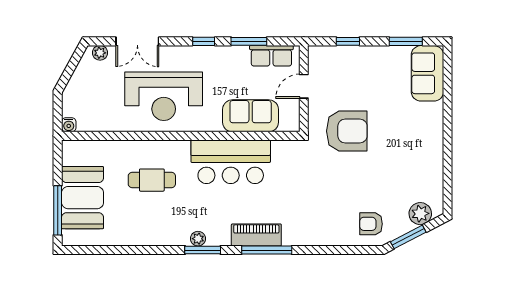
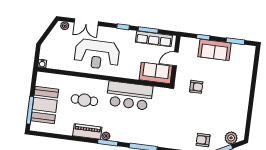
row of seats: (271, 56) -> (154, 39), width x1.48
sofa: (427, 73) -> (214, 50), moved, turned -90
sofa: (251, 116) -> (156, 73), moved
armchair: (347, 131) -> (196, 87), width x0.53, depth x0.53
piano: (256, 235) -> (87, 131), moved

